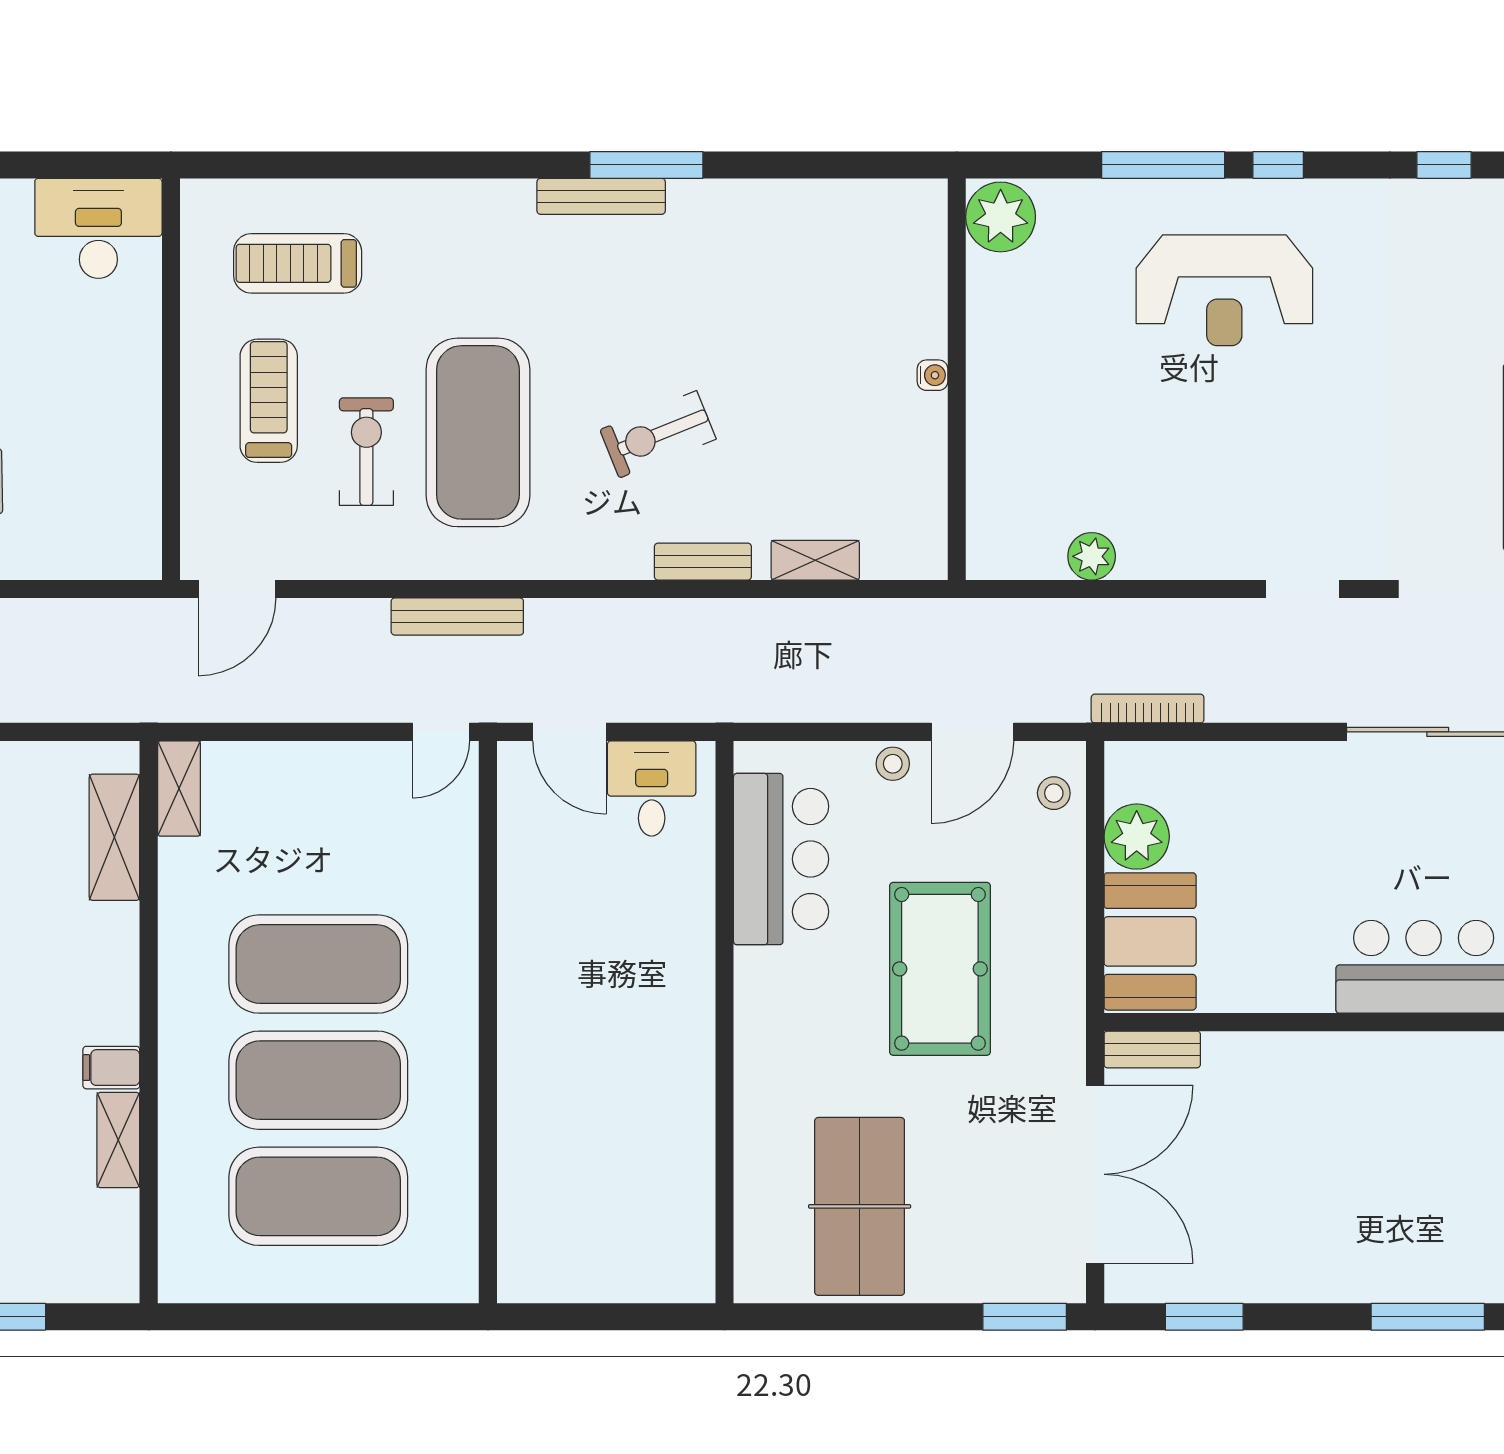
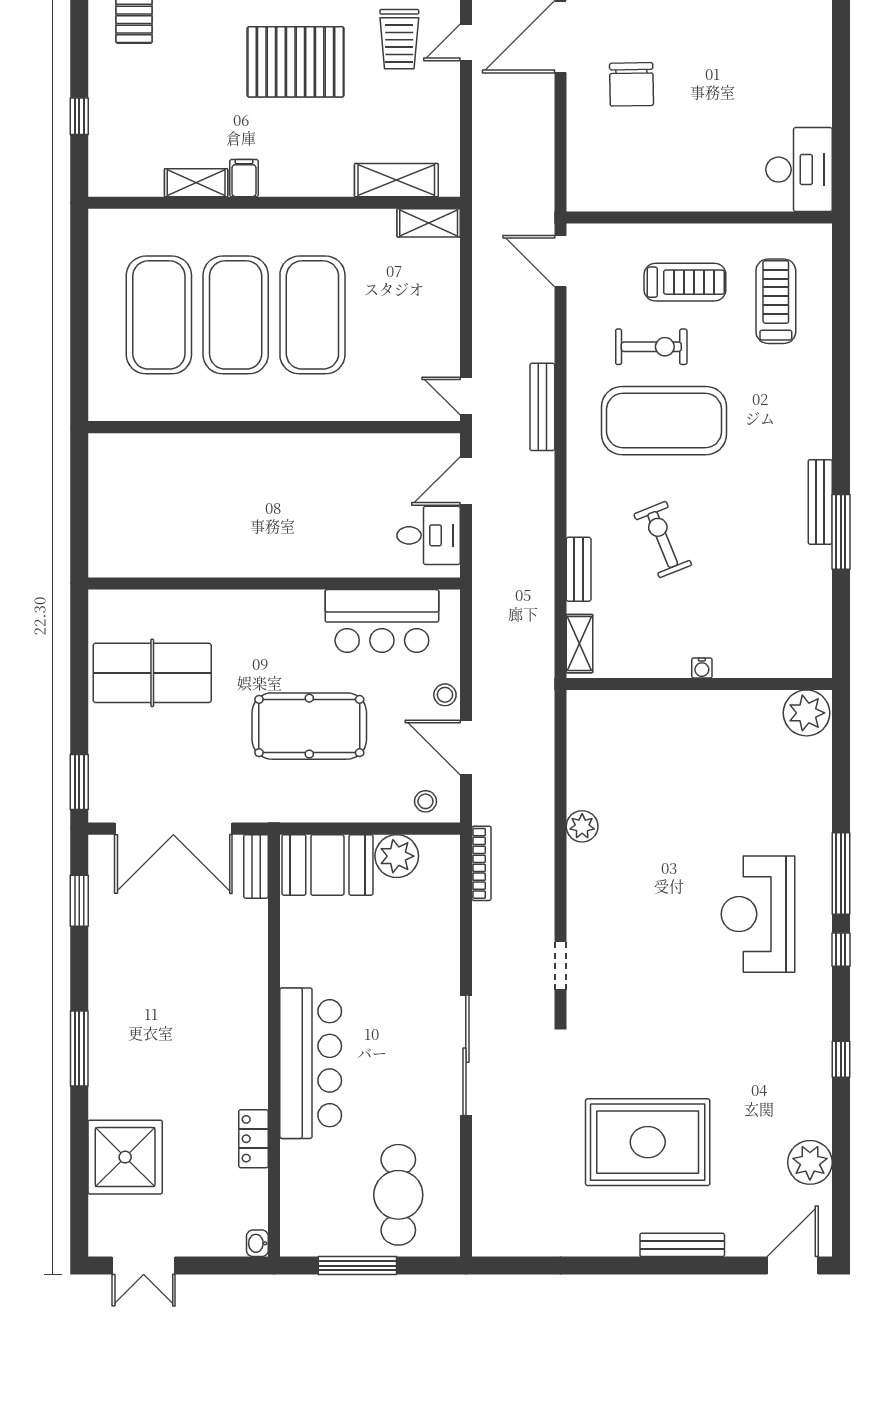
plant: (1001, 217) -> (807, 713), moved
water cooler: (933, 375) -> (702, 668), moved
wall: (957, 379) -> (699, 684), moved

